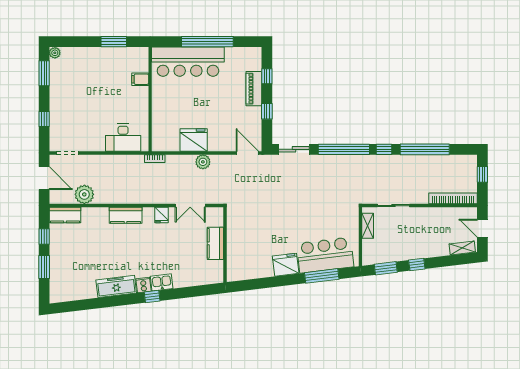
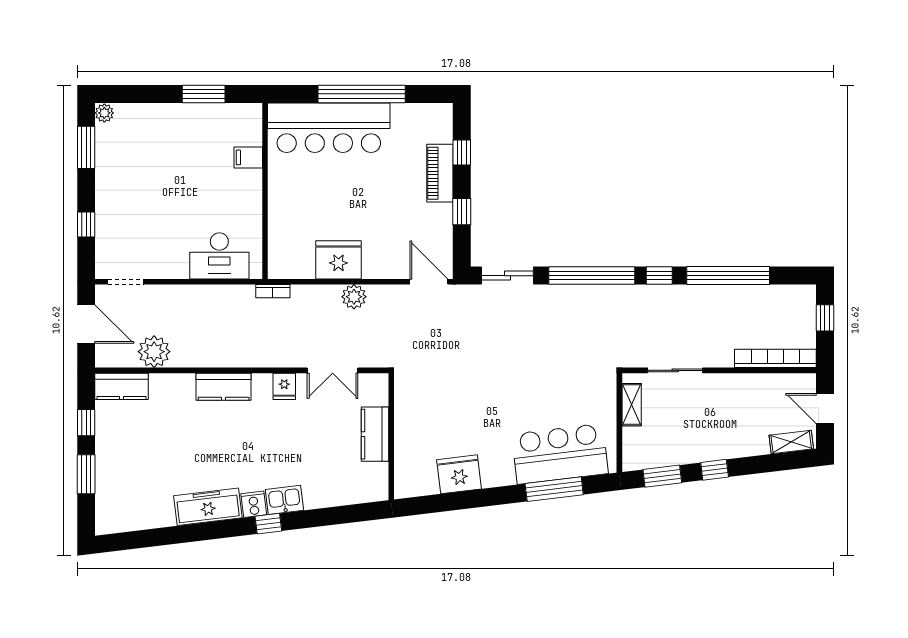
fridge: (286, 265) -> (459, 474), moved

